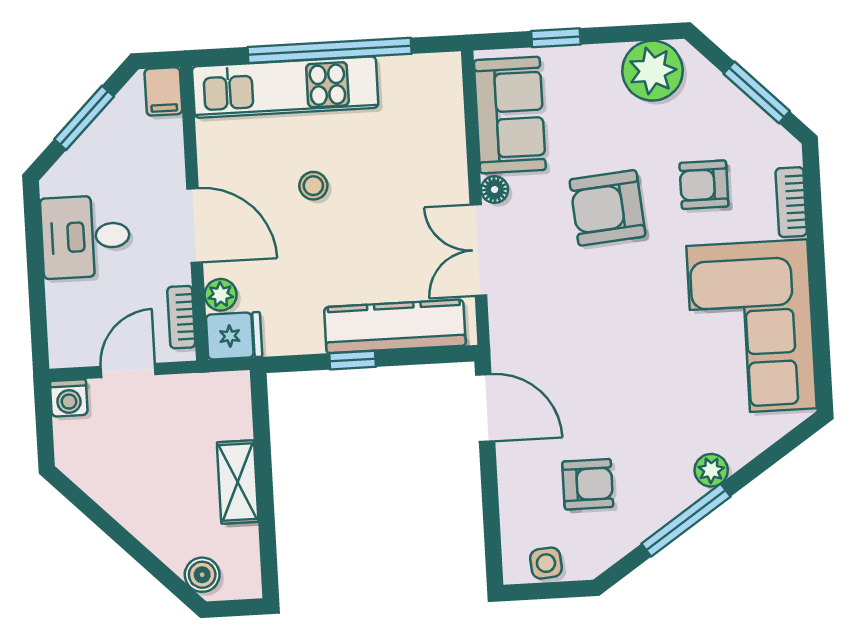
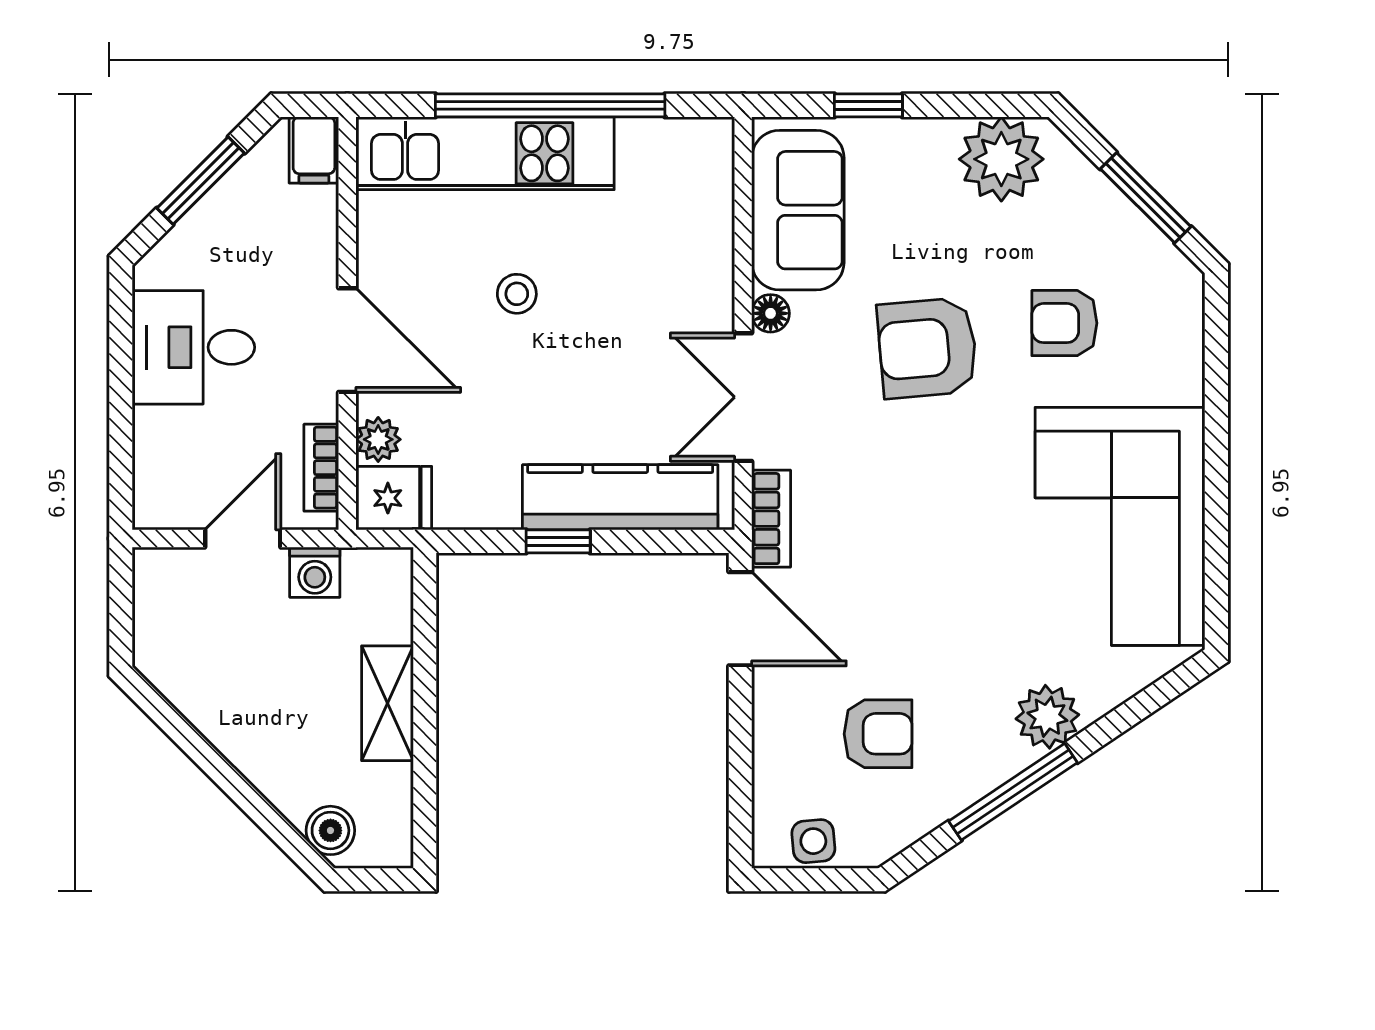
bookcase: (791, 202) -> (771, 519), moved, turned 180
washing machine: (69, 398) -> (315, 572), moved
plant: (711, 470) -> (1047, 717), width x1.38, depth x1.38

